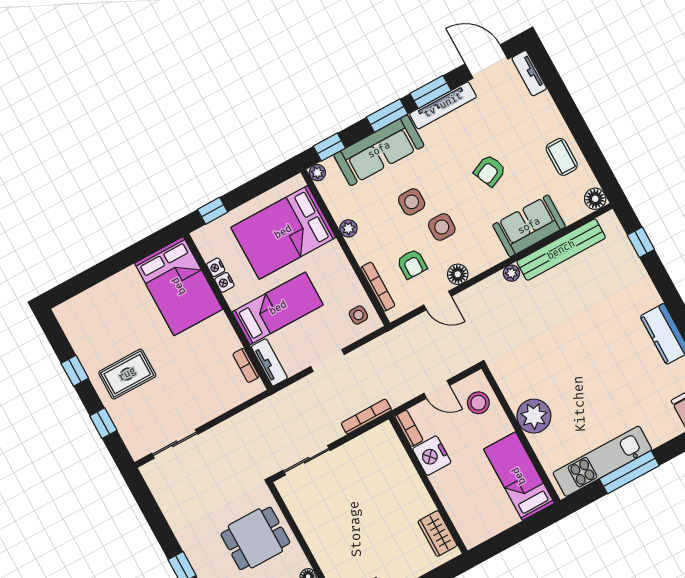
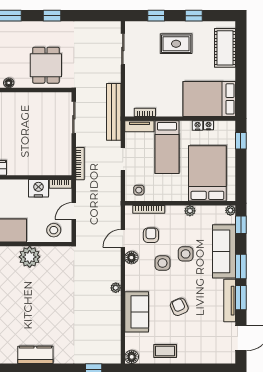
tv unit: (529, 73) -> (221, 358), removed
bench: (561, 250) -> (114, 112), moved
armchair: (412, 264) -> (151, 235), turned 90
cot: (96, 303) -> (225, 48), added
rug: (127, 374) -> (176, 44), turned 90

